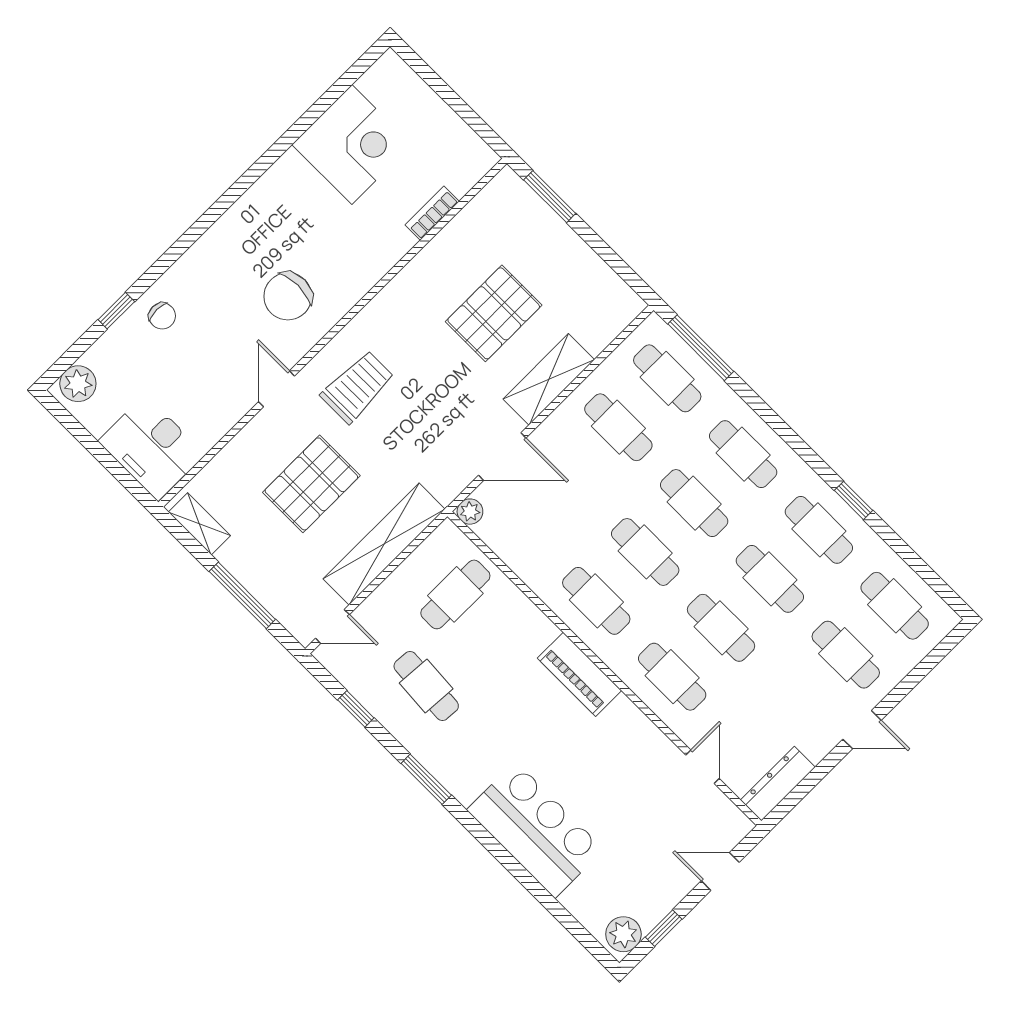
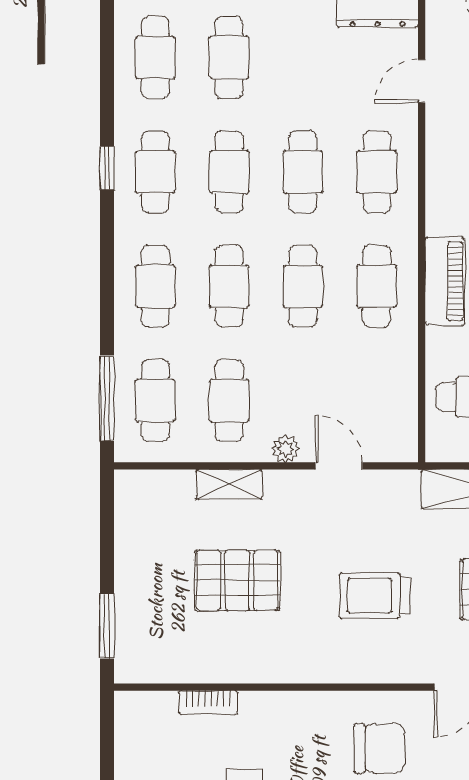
shelving: (549, 379) -> (229, 484), width x0.67, depth x0.75
trolley: (357, 387) -> (374, 596), moved
door: (502, 457) -> (339, 466), width x0.73
plant: (470, 512) -> (286, 449), moved
piano: (579, 674) -> (445, 281), moved

